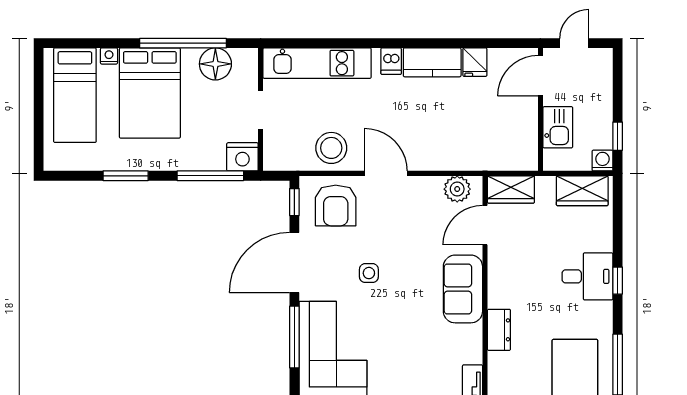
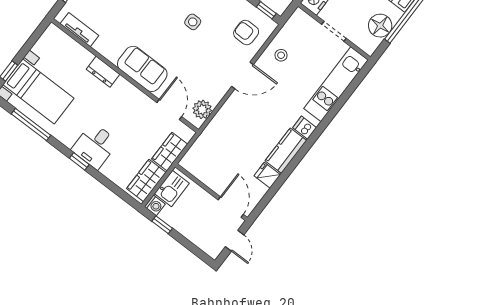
kitchen sink: (558, 127) -> (172, 188), moved, turned -90
stool: (331, 148) -> (281, 55), width x0.53, depth x0.53
wardrobe: (511, 189) -> (170, 152), moved
armchair: (336, 206) -> (246, 32), width x0.72, depth x0.72

